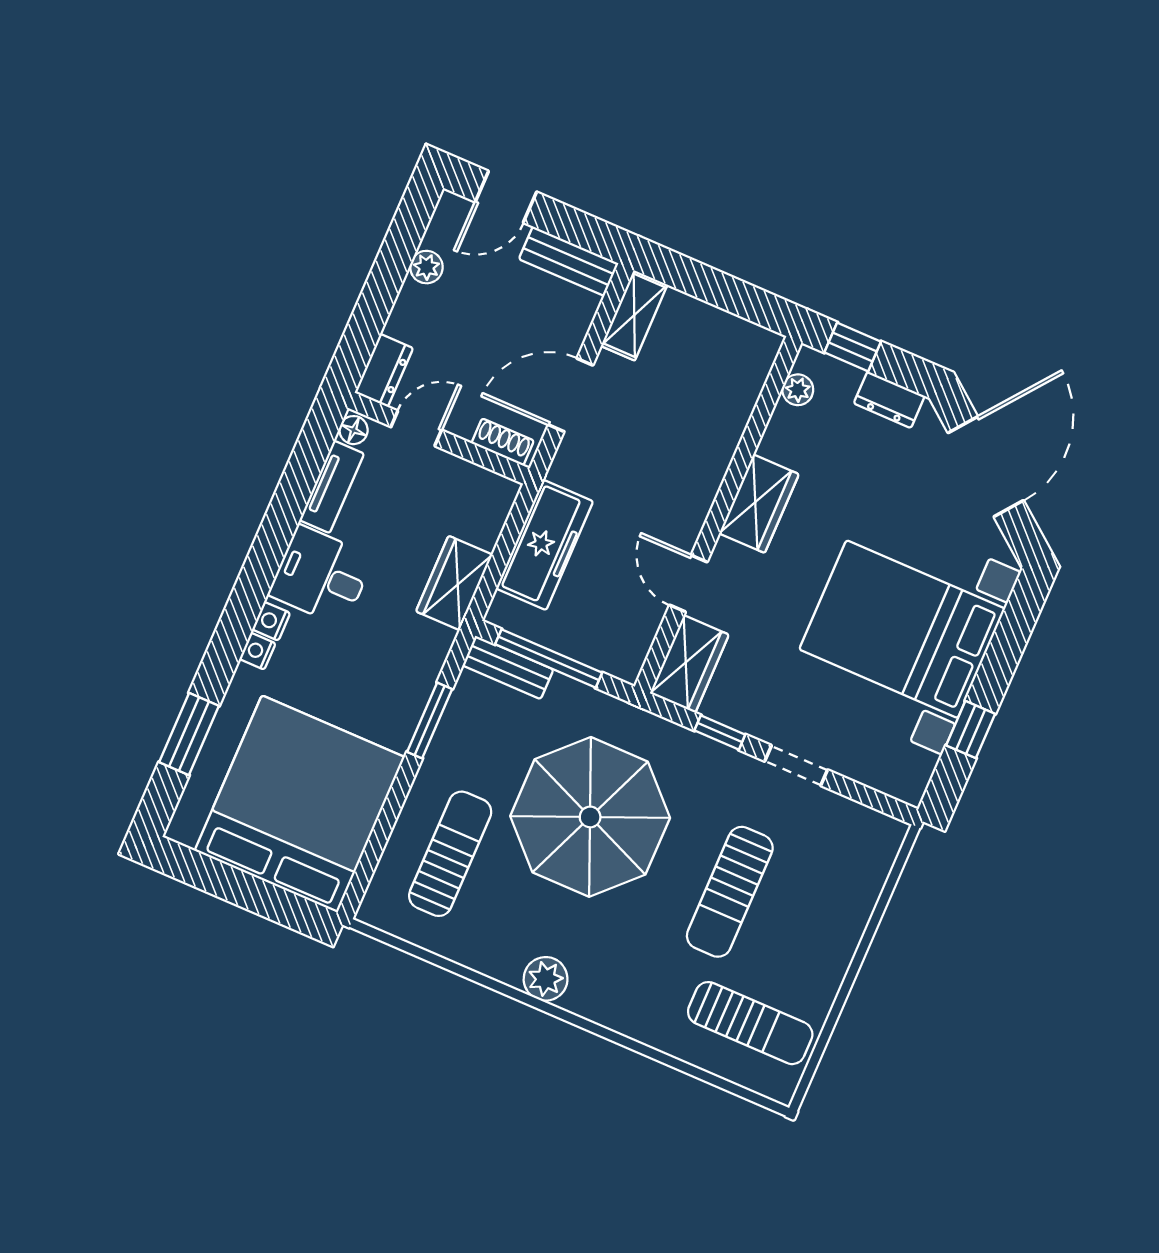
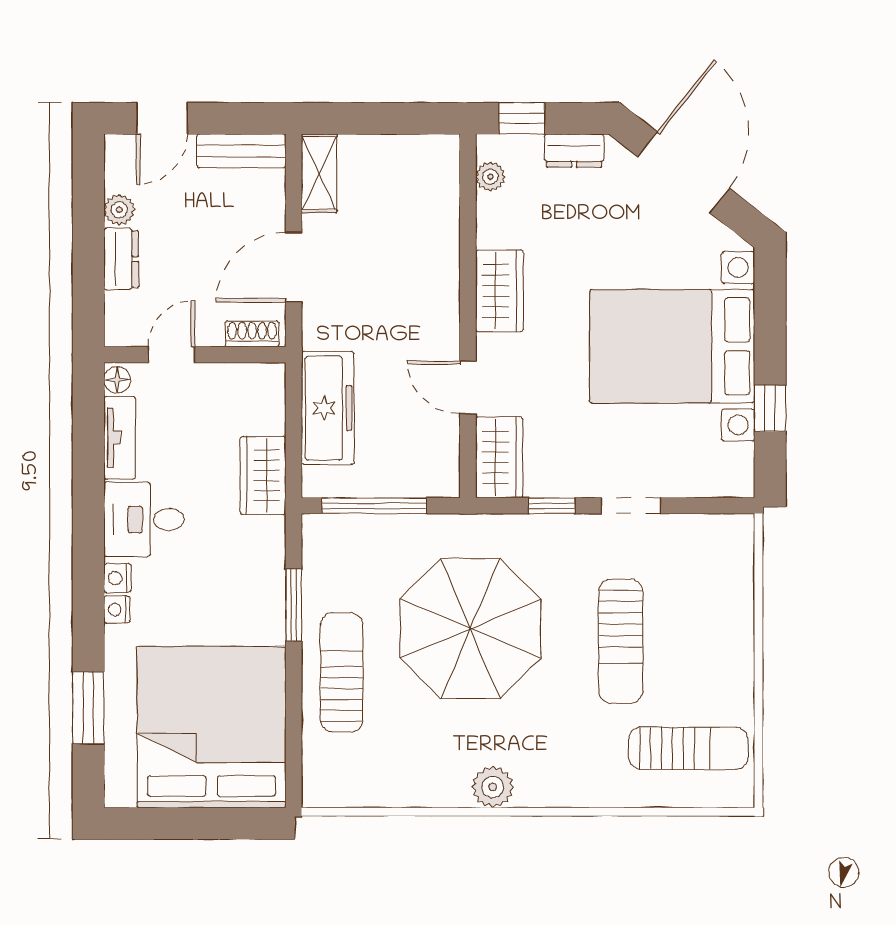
dresser: (384, 370) -> (121, 259), moved
bench: (508, 667) -> (342, 529), removed
sun lounger: (450, 854) -> (342, 672), moved

